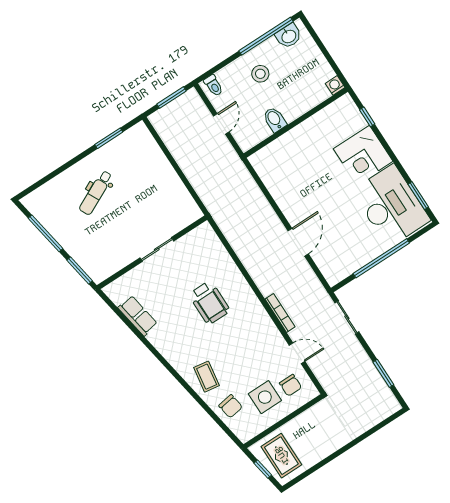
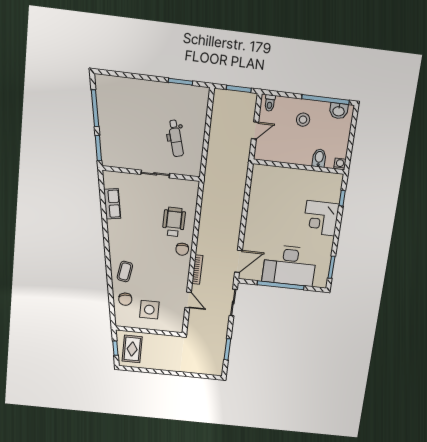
bidet: (275, 119) -> (319, 158), moved
dental chair: (96, 193) -> (176, 138), moved, turned -80
desk: (391, 206) -> (289, 265), moved, turned 90
door: (298, 242) -> (238, 261), moved
wheelchair: (209, 303) -> (174, 222), moved, turned 180
chair: (291, 385) -> (182, 249), moved

